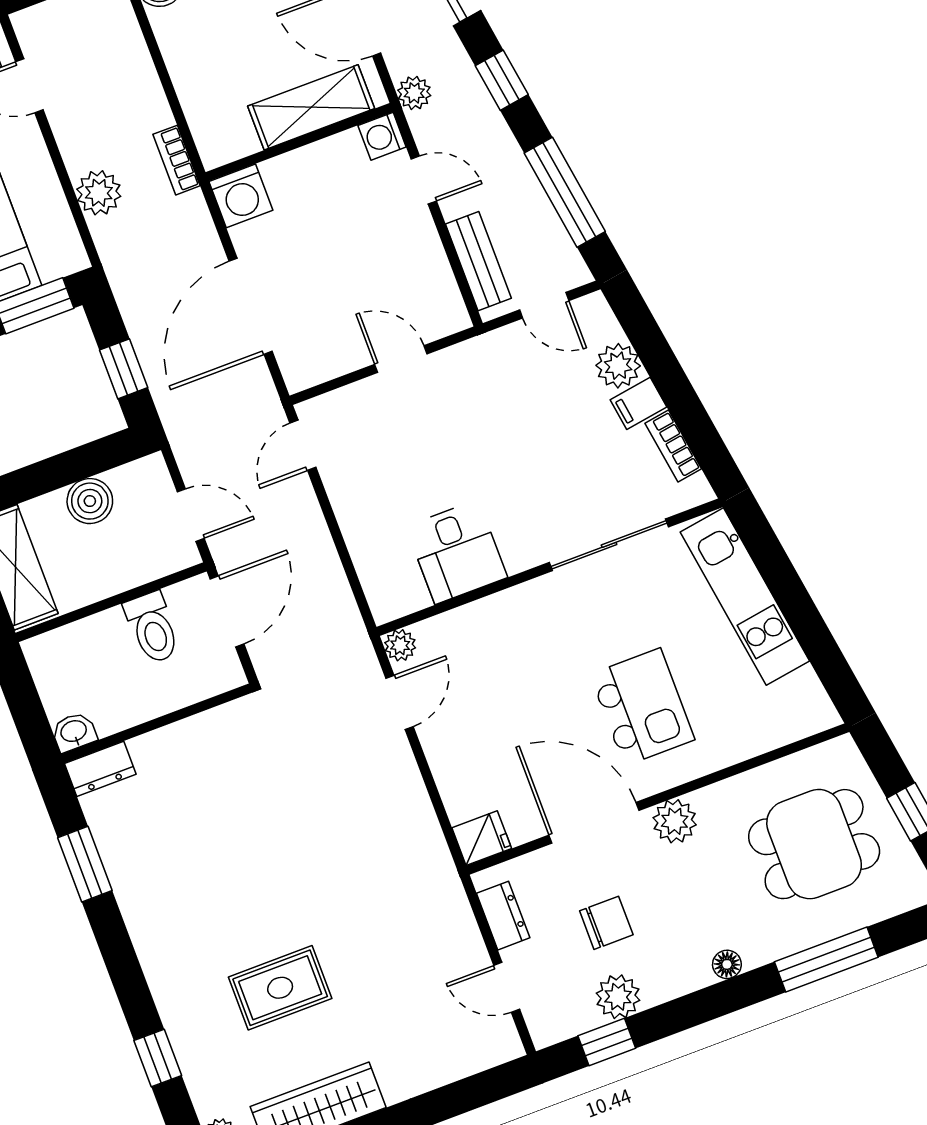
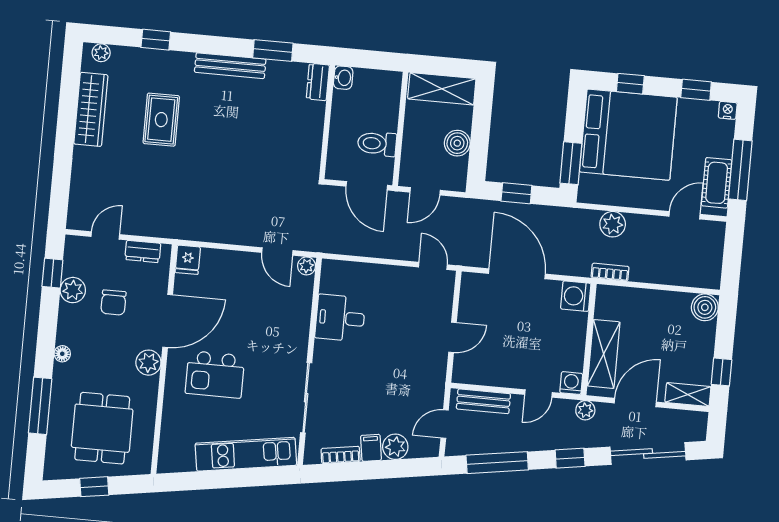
bench: (142, 920) -> (230, 66), added

